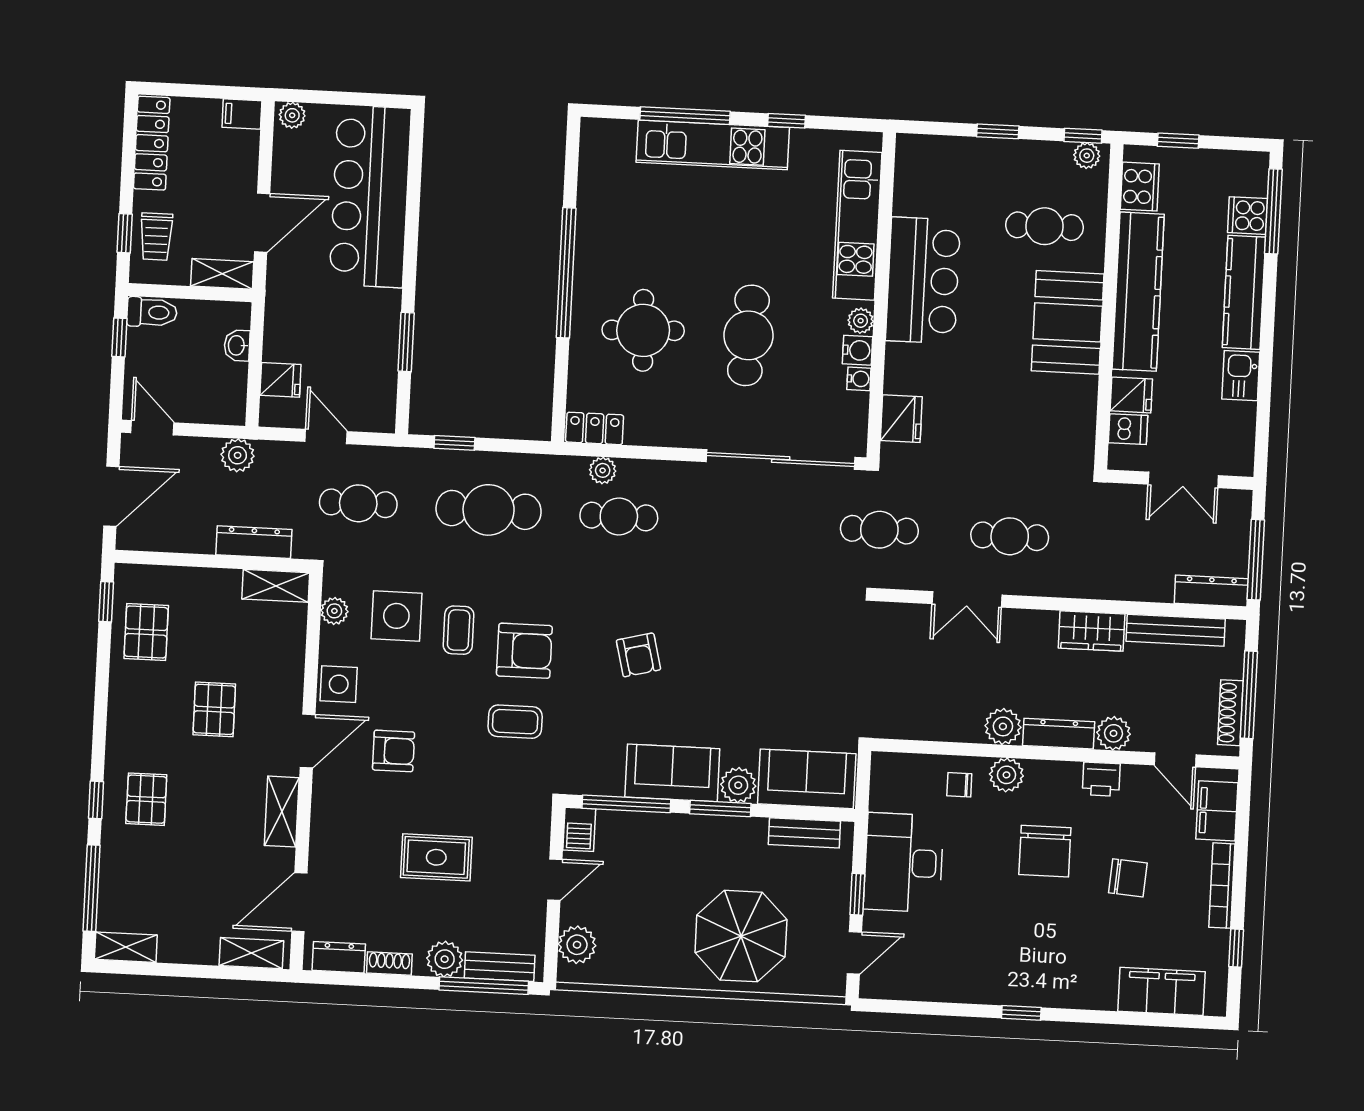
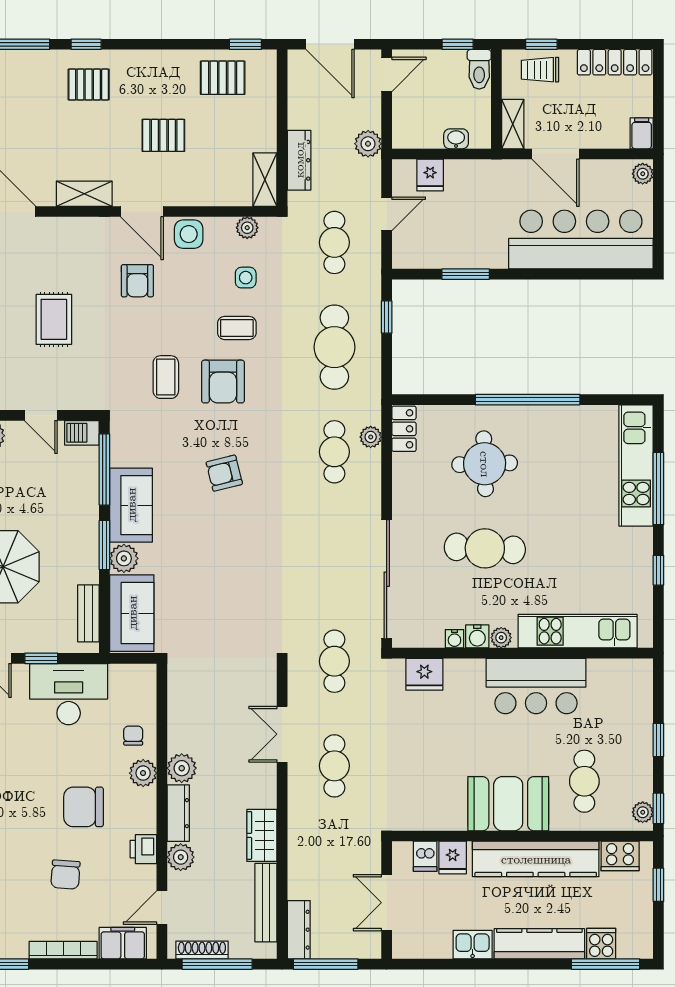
kitchen unit: (713, 145) -> (636, 466), moved
side table: (396, 616) -> (246, 278), width x0.54, depth x0.54

